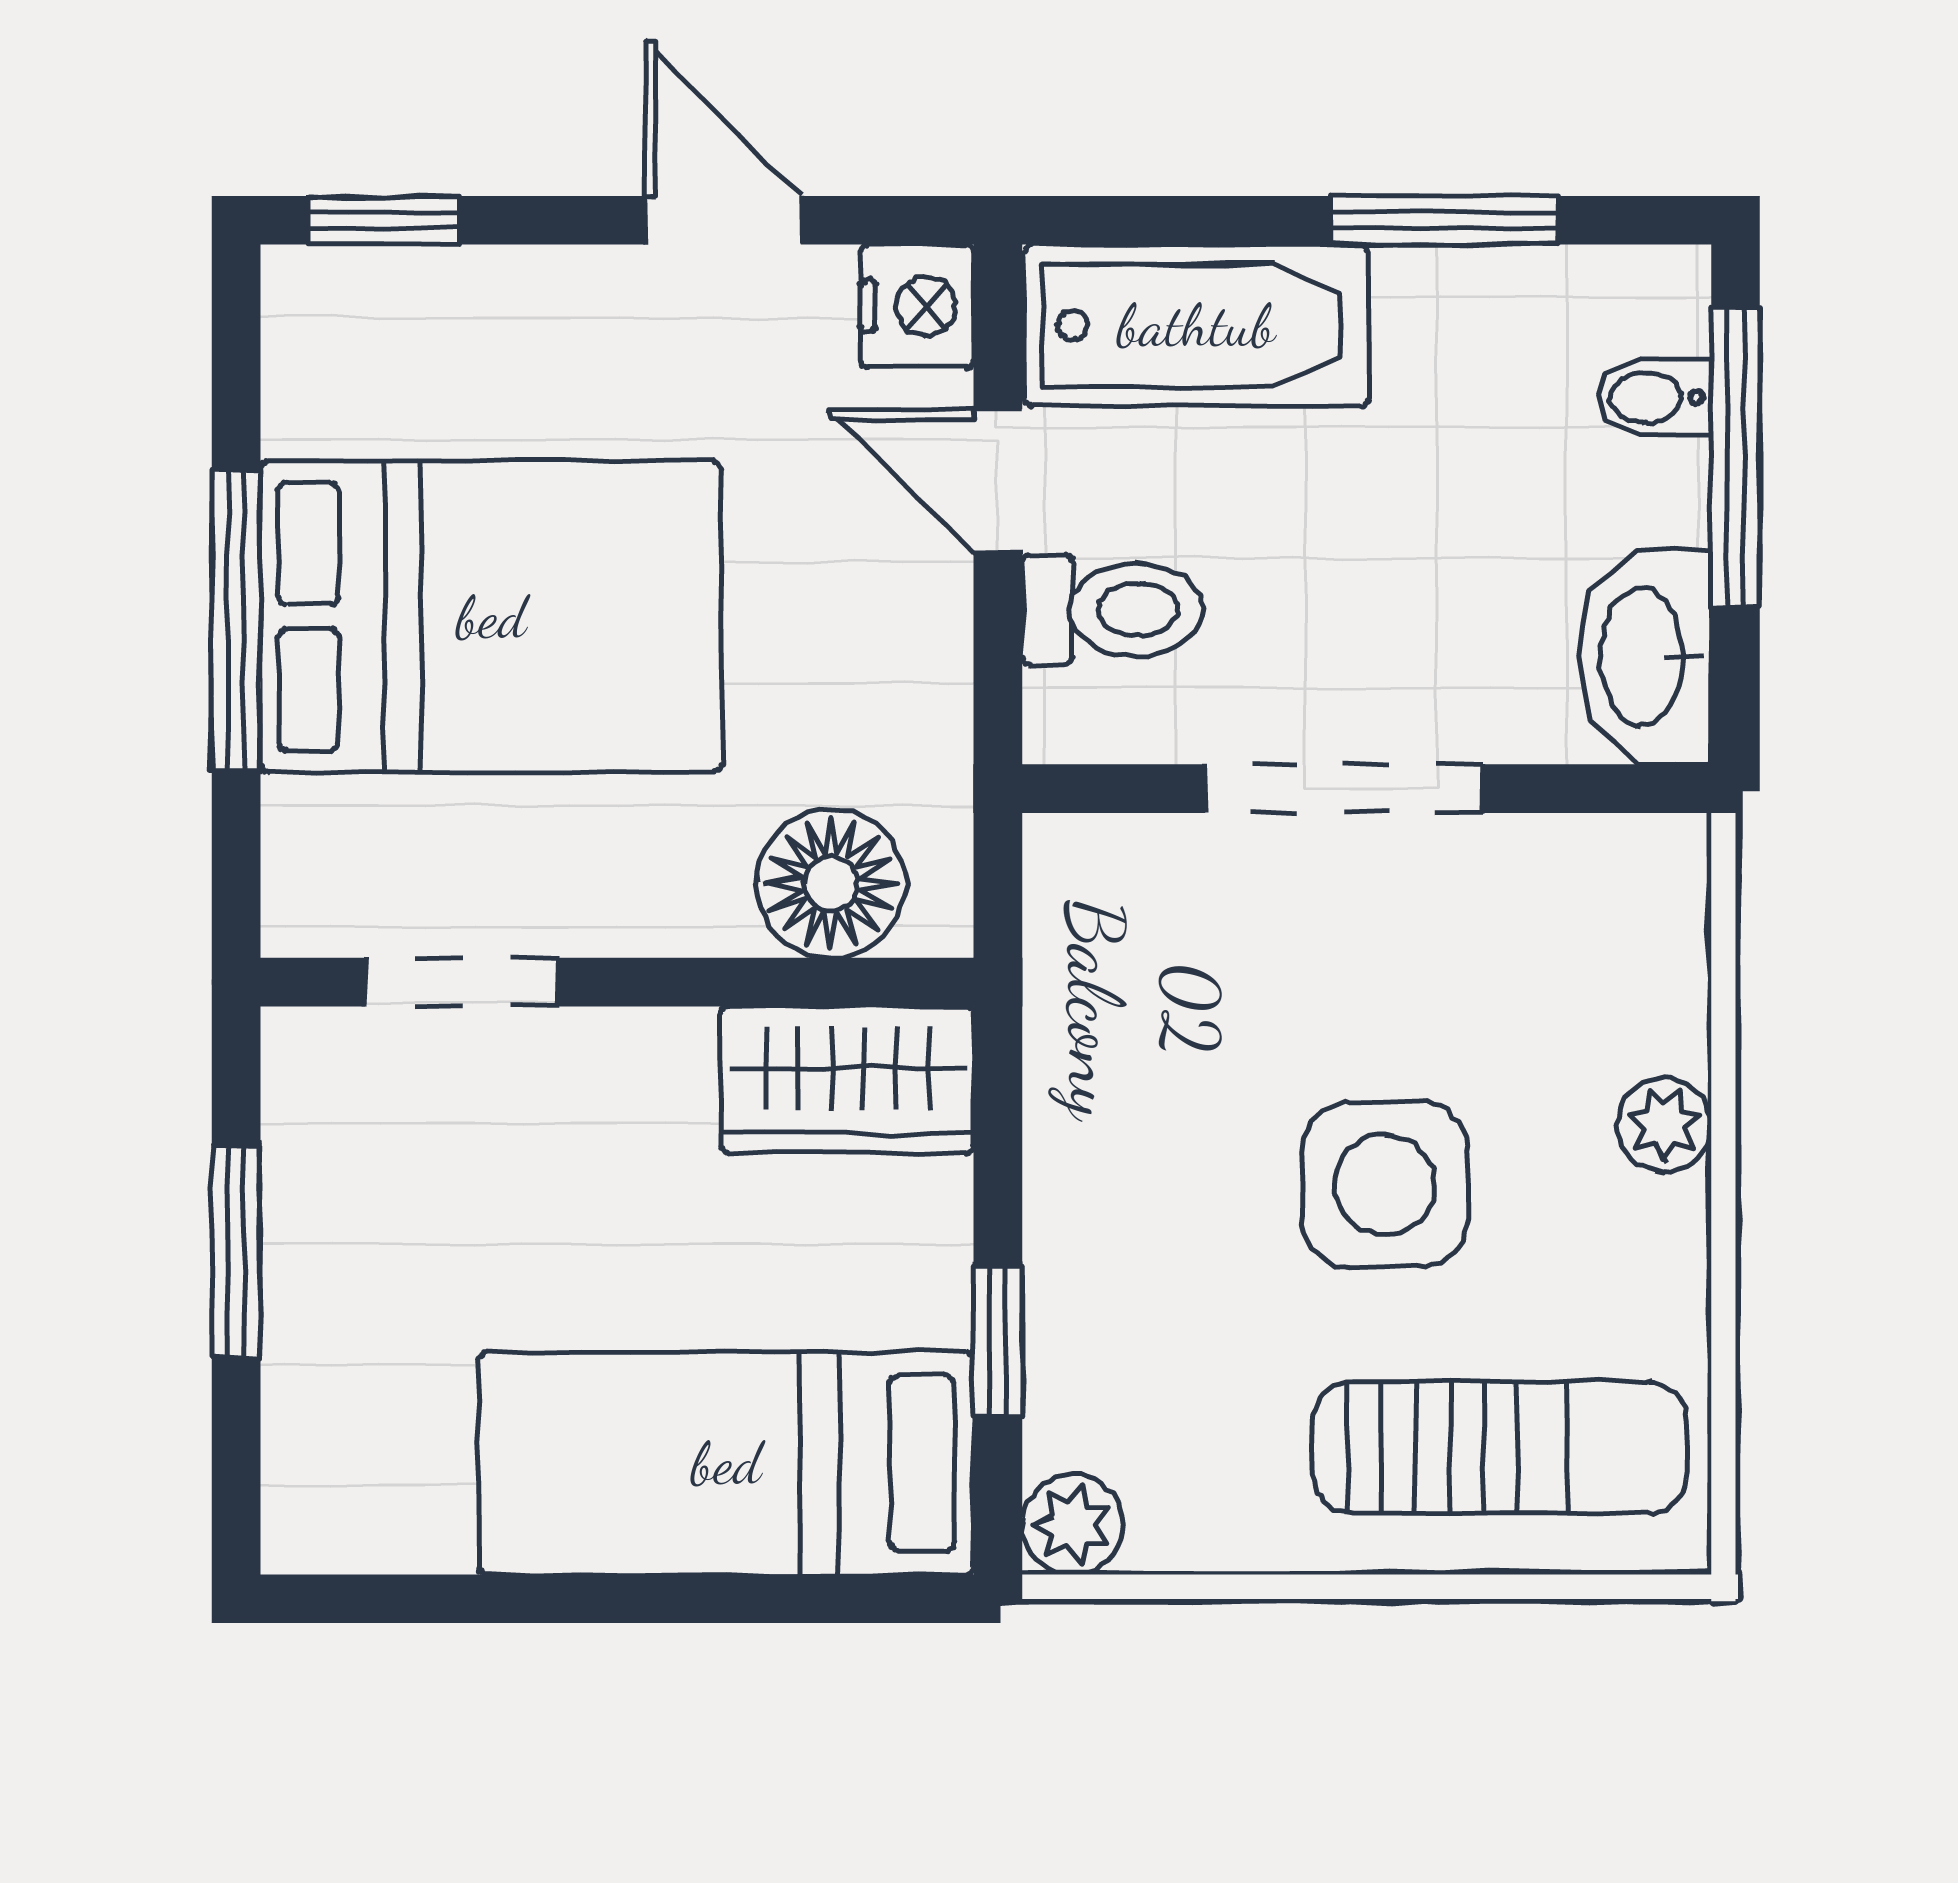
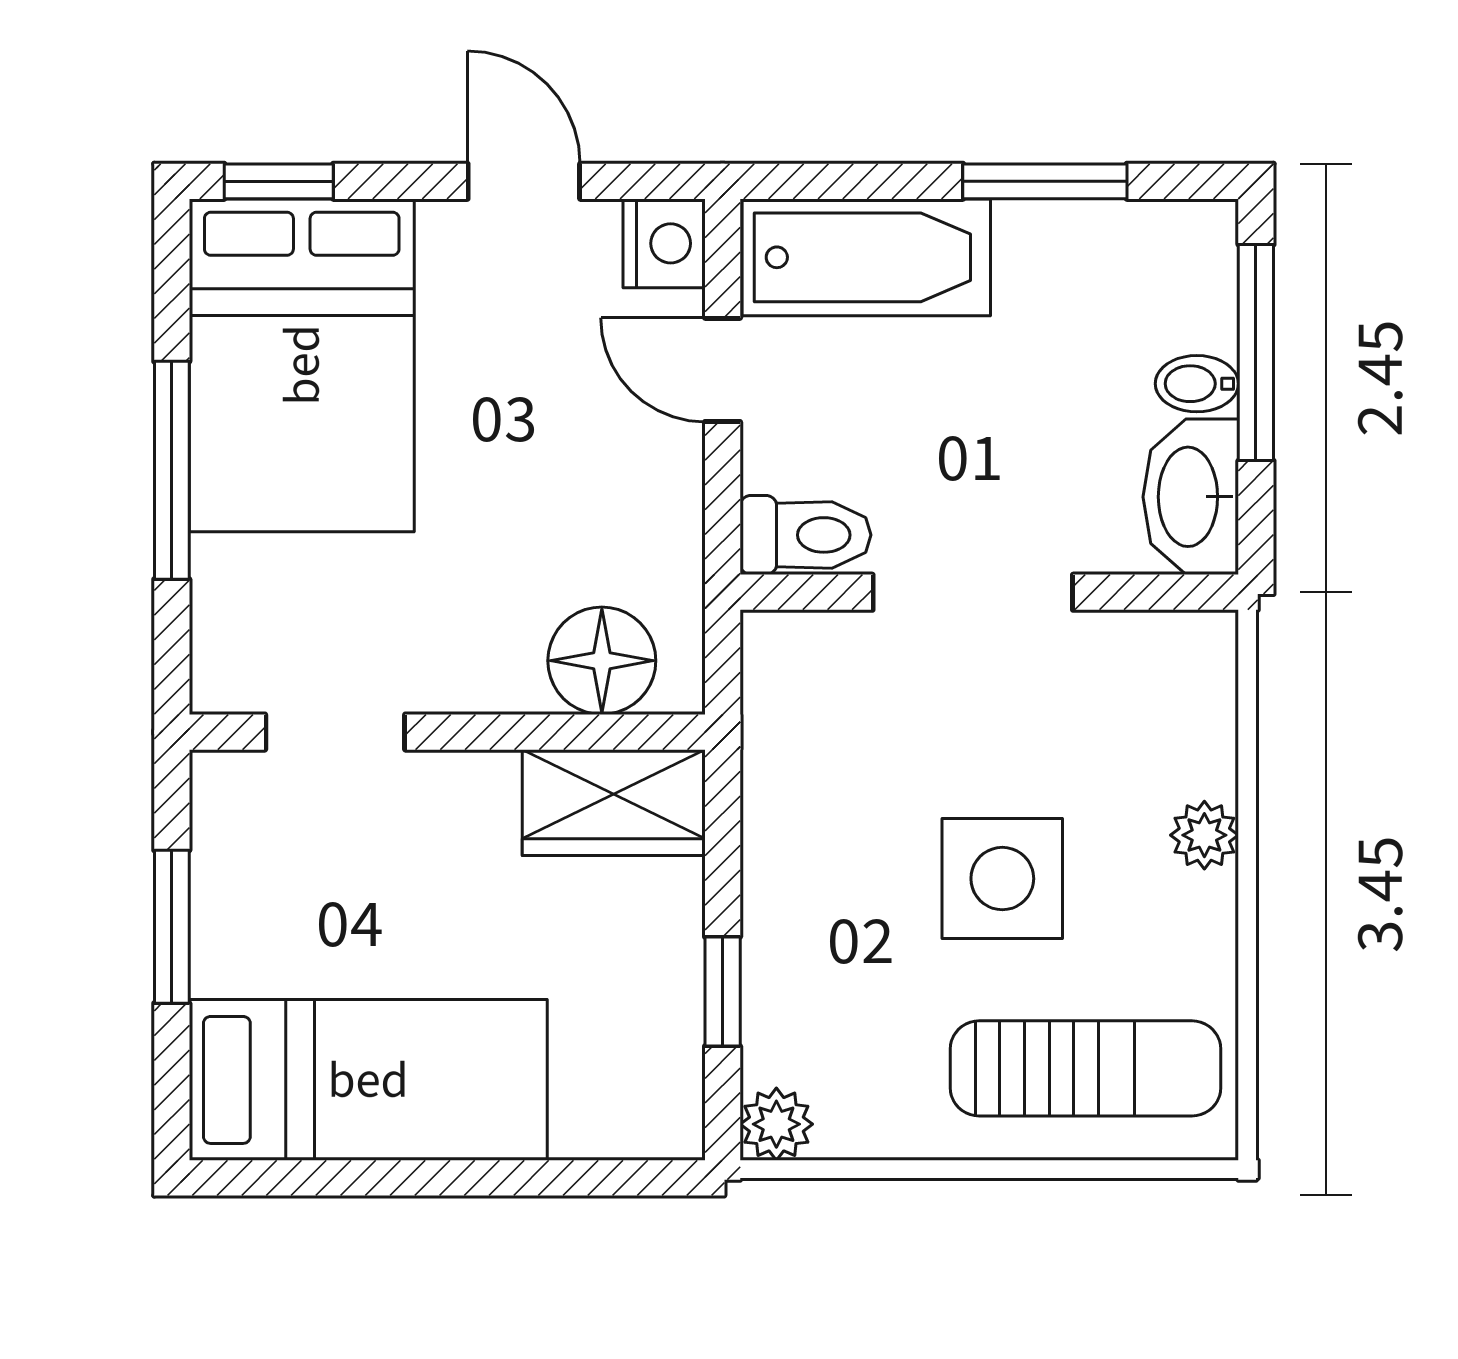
bidet: (1654, 397) -> (1197, 384), moved
toilet: (1112, 610) -> (805, 535), moved
bed: (491, 617) -> (302, 365), moved, turned 90
bed: (726, 1463) -> (368, 1080), moved, turned 180

